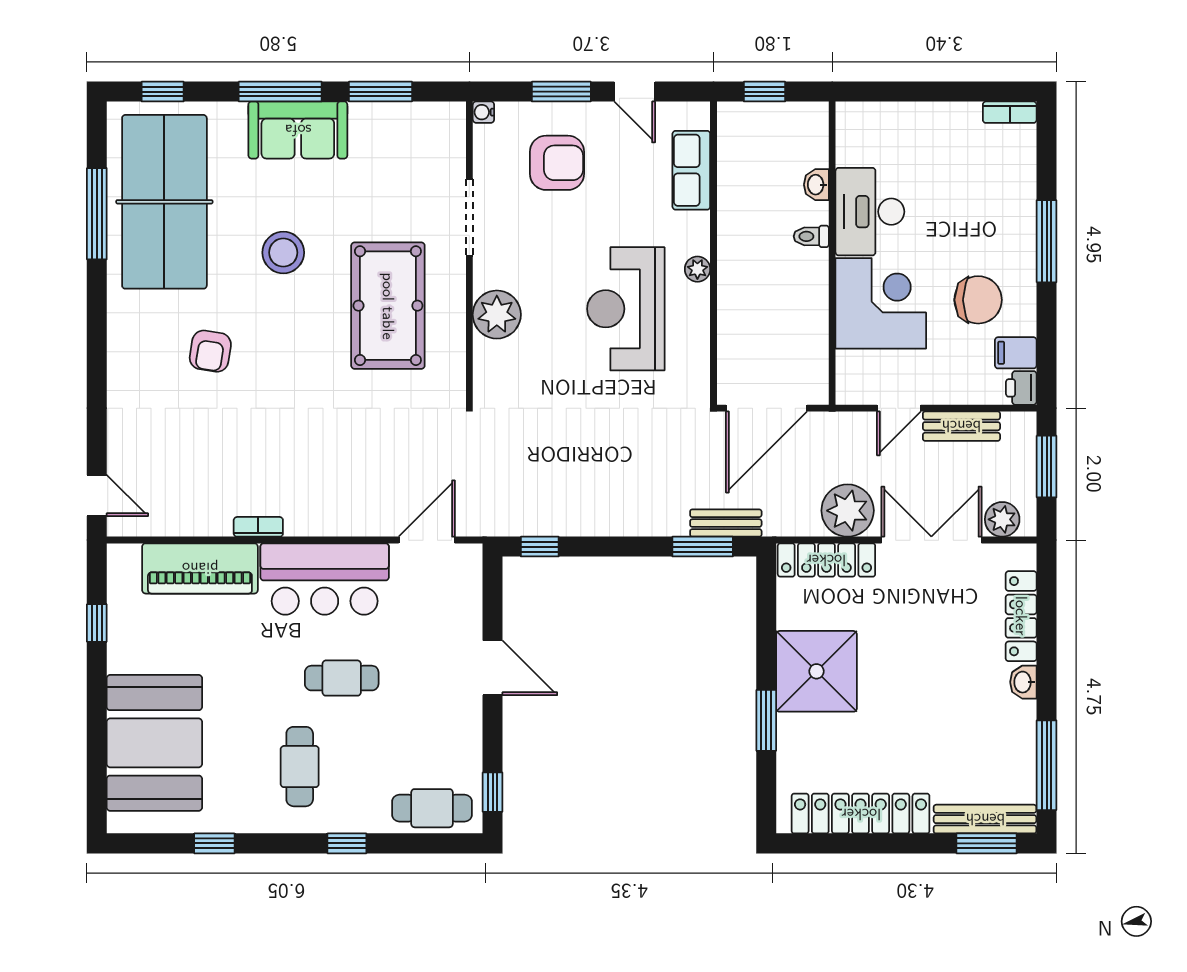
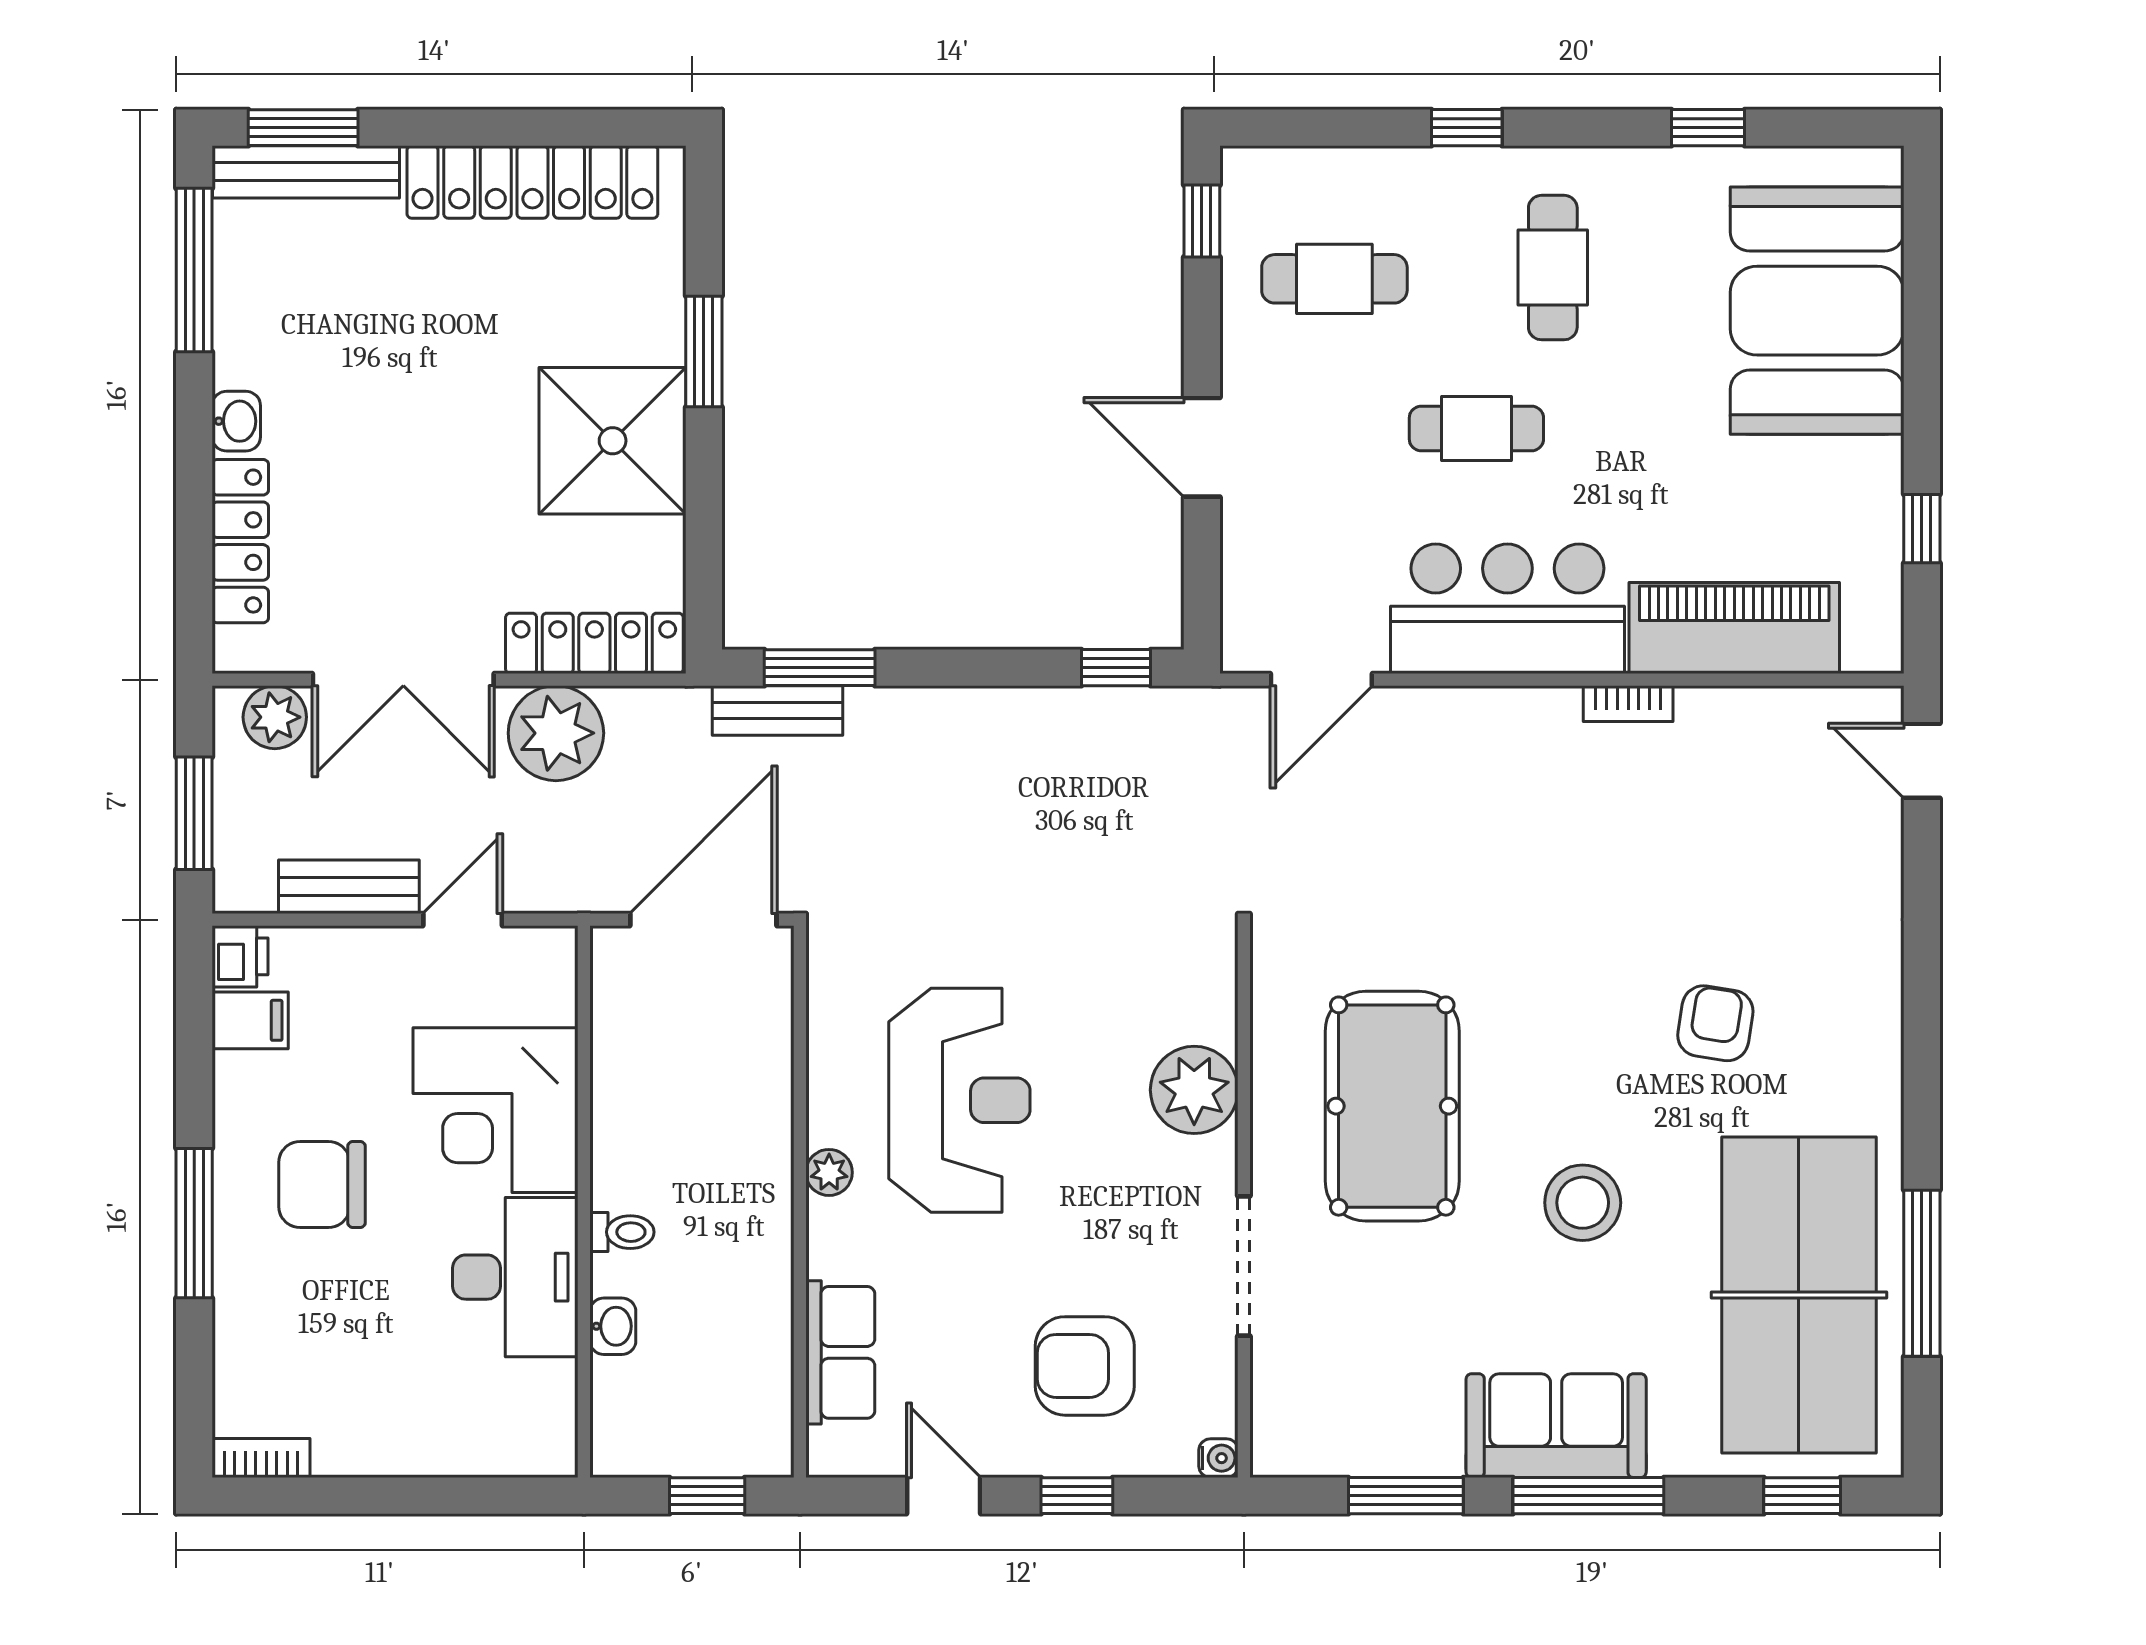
window: (561, 92) -> (1077, 1496), width x0.67
chair: (978, 300) -> (322, 1185), moved
cafe table: (432, 808) -> (1334, 279), moved

